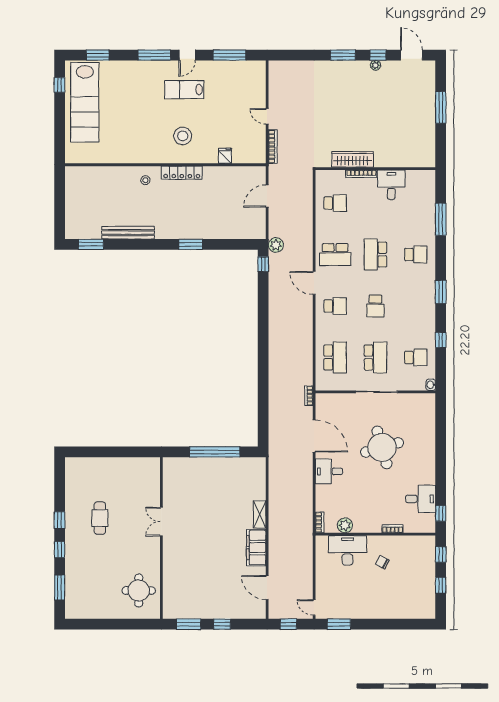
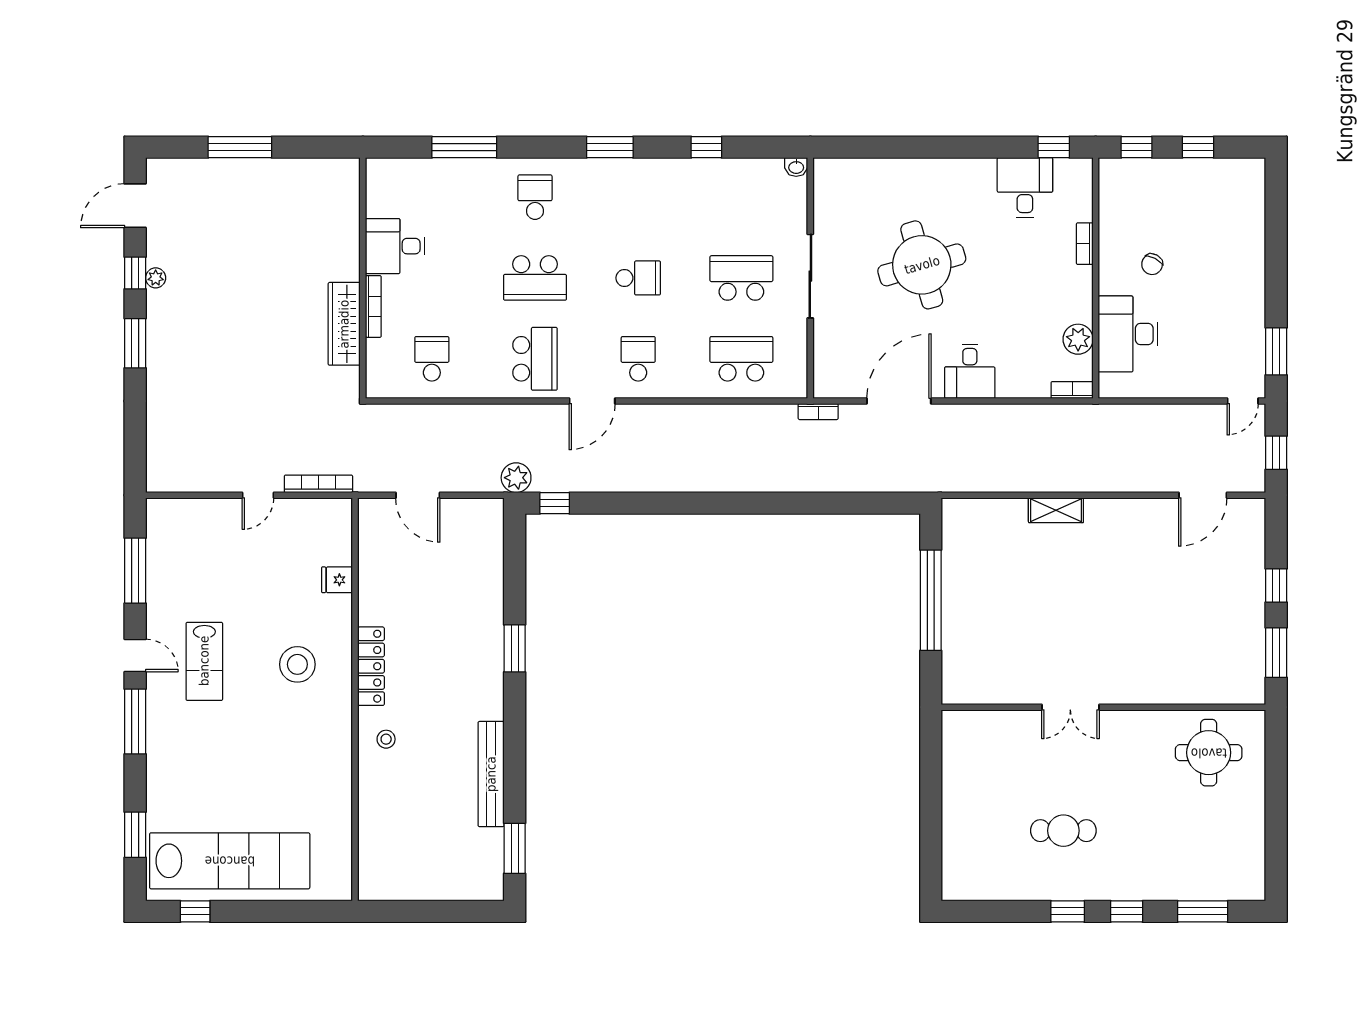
school desk: (416, 357) -> (741, 197), removed
filing cabinet: (256, 548) -> (1123, 517), removed

